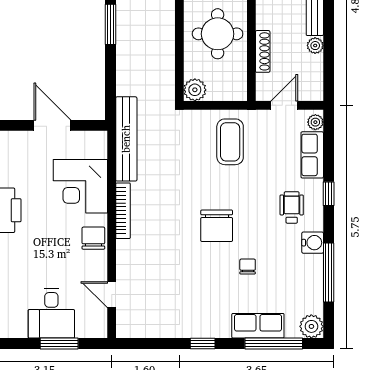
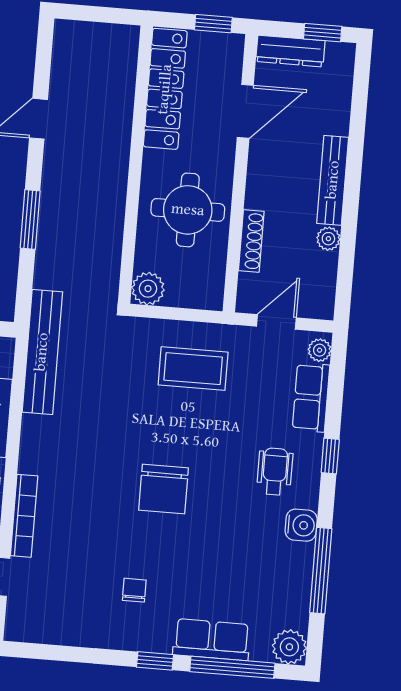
window: (110, 24) -> (30, 220), moved
coffee table: (230, 142) -> (193, 369), turned 90
bookcase: (123, 211) -> (24, 516), moved
chair: (248, 267) -> (134, 590), moved
window: (203, 344) -> (155, 661), moved

